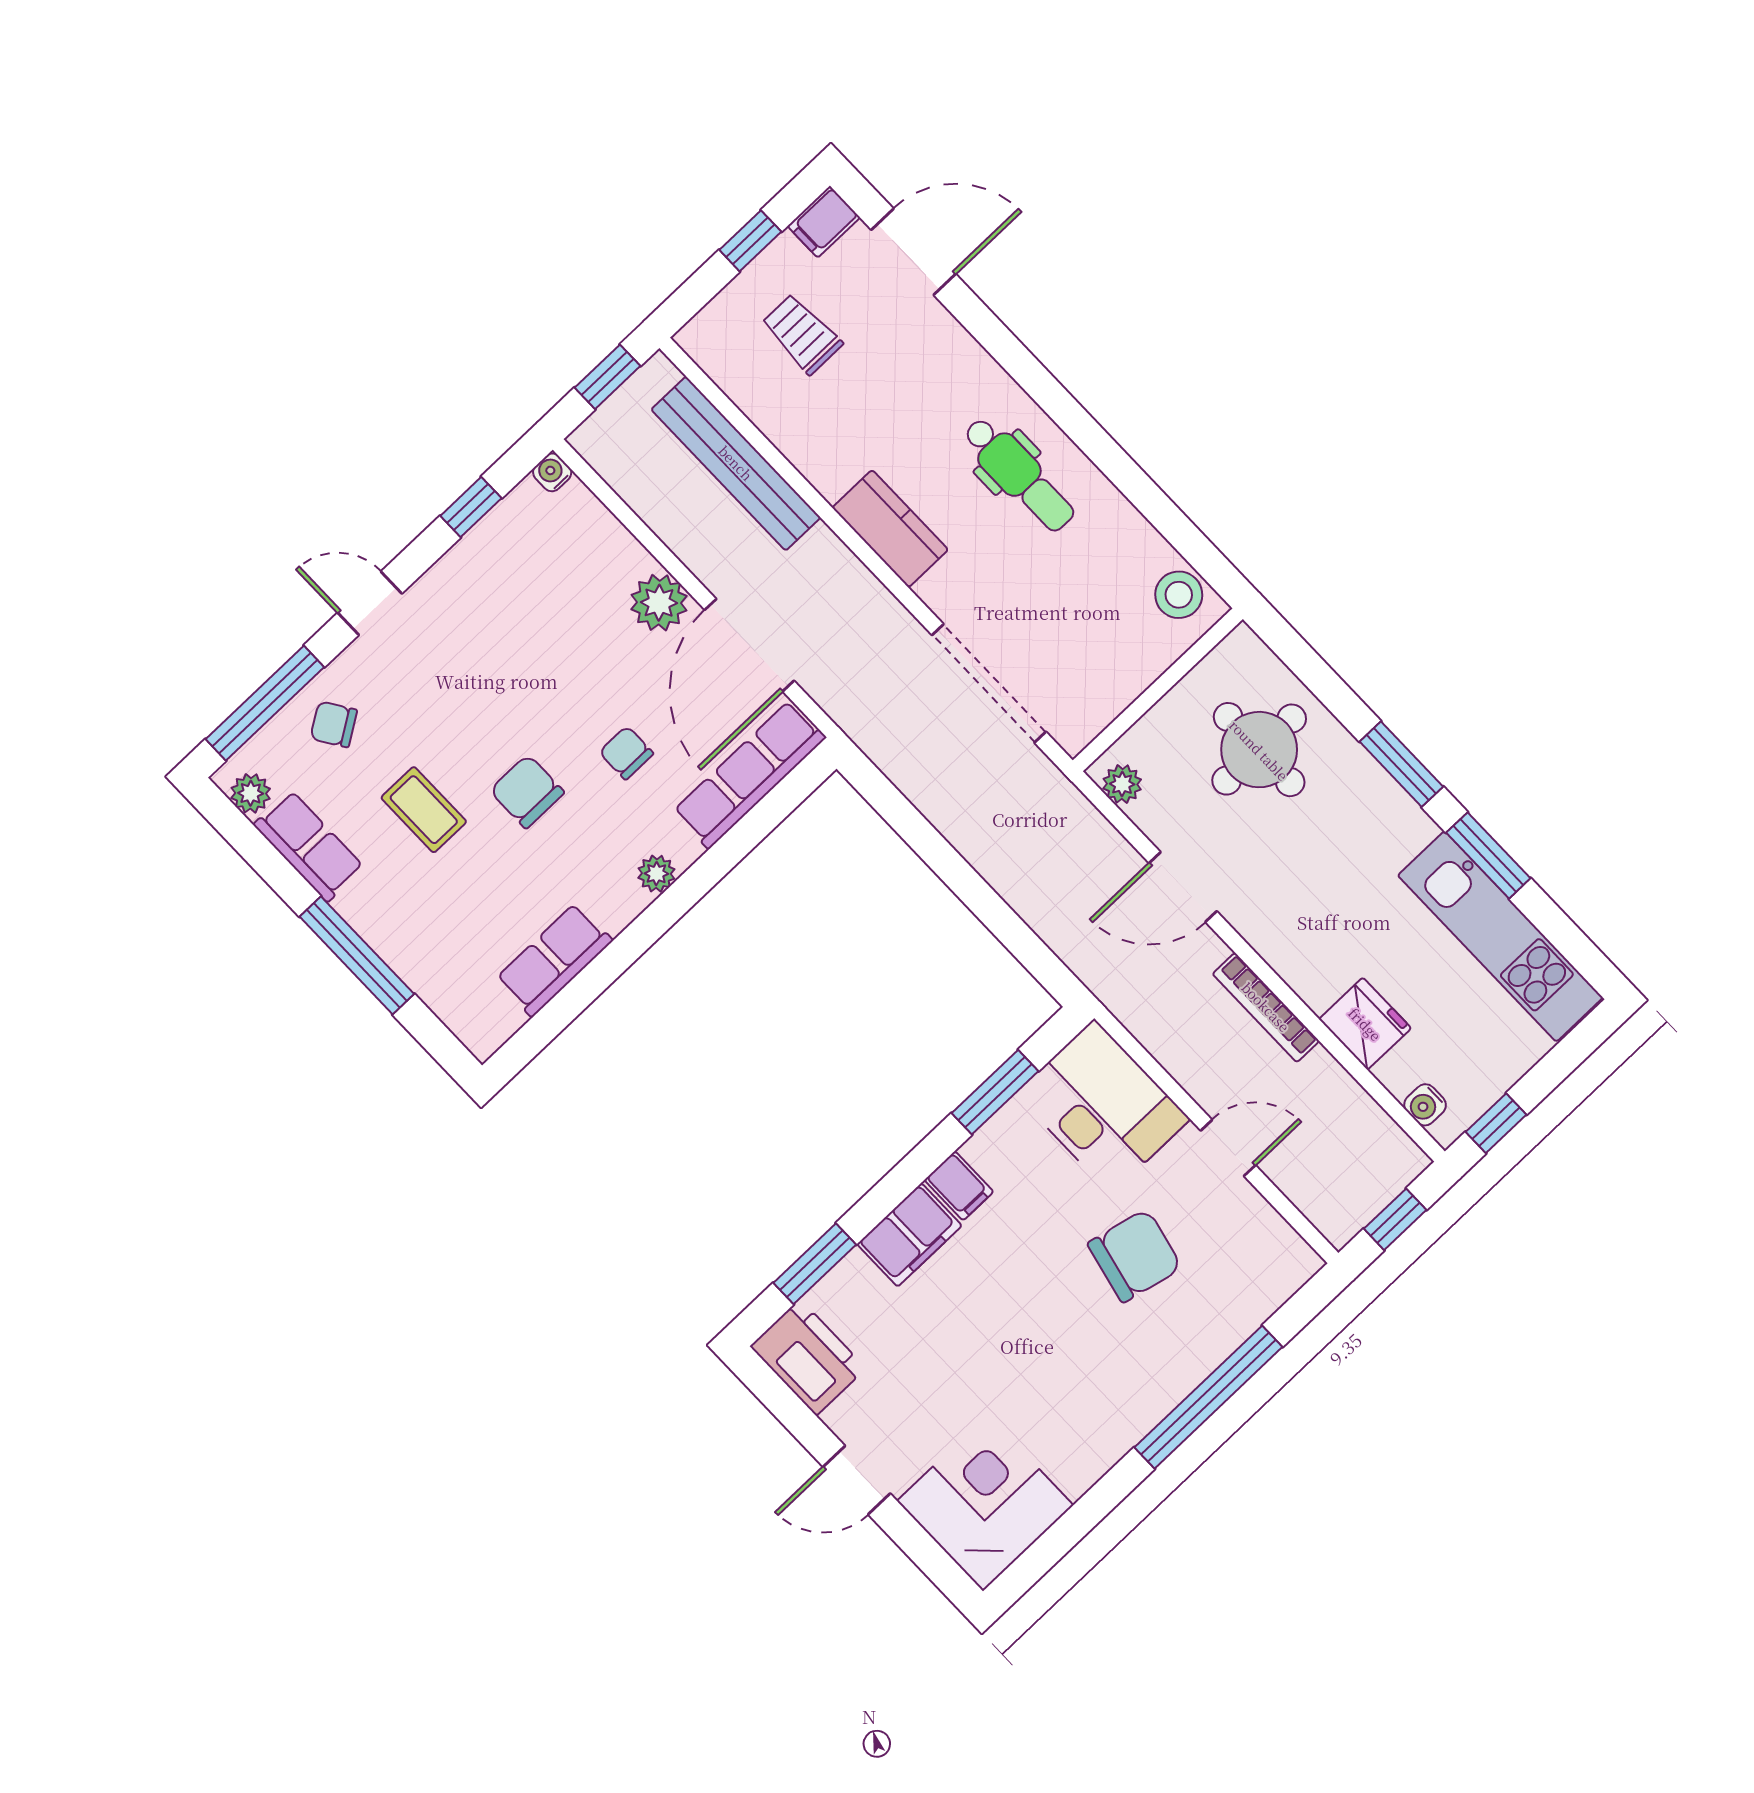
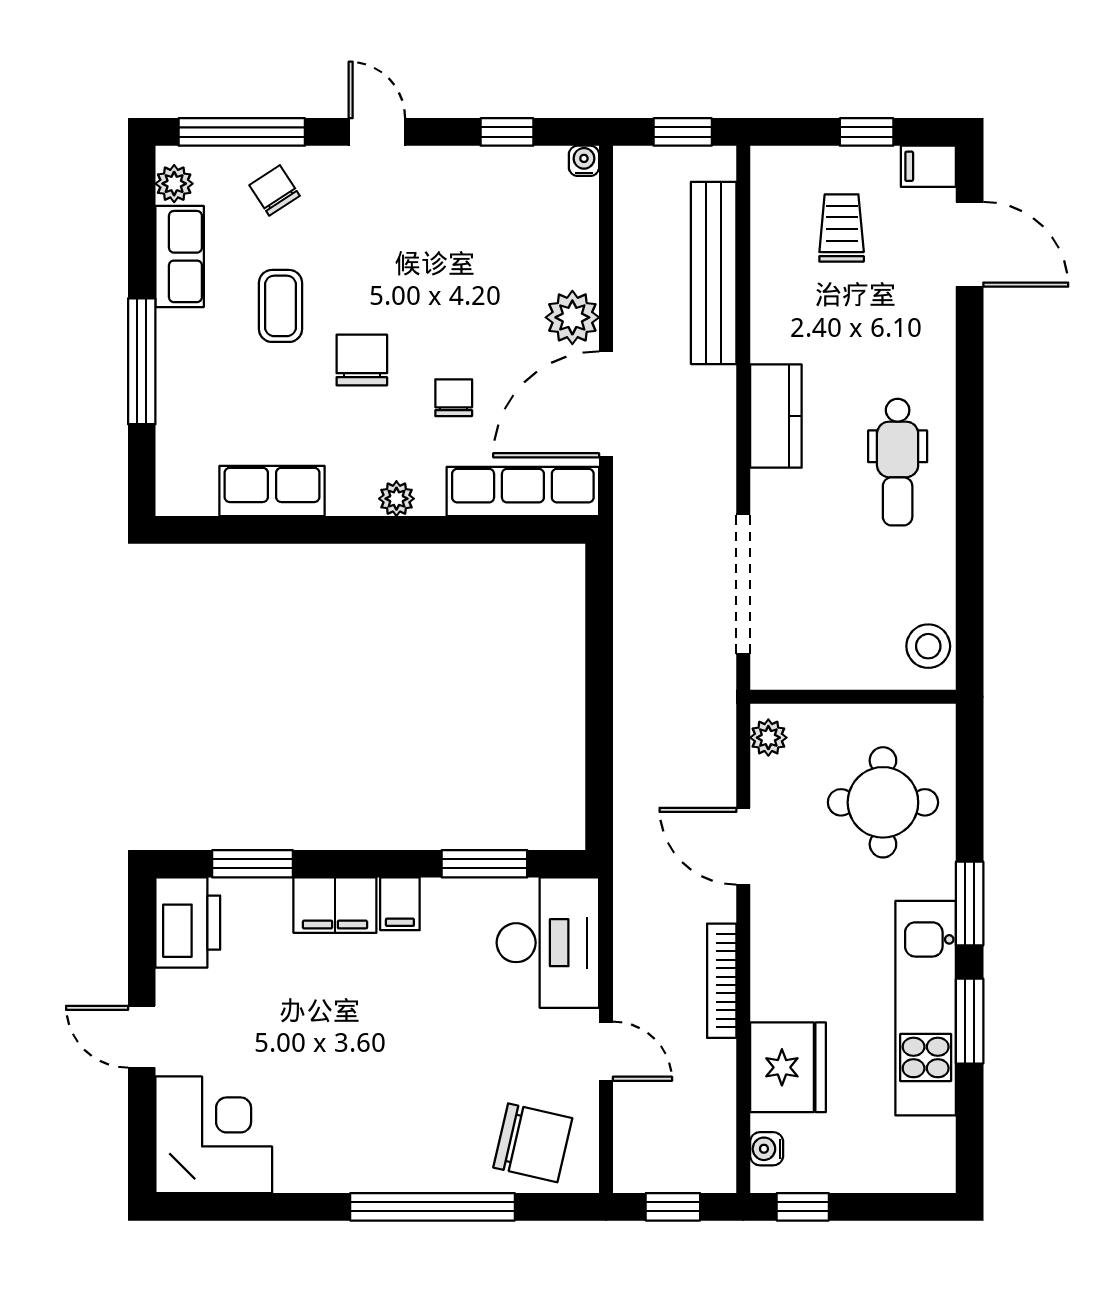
kitchen unit: (1500, 936) -> (926, 1008), moved
fridge: (1365, 1024) -> (788, 1067), width x1.36, depth x1.34
chair: (1135, 1256) -> (533, 1143), moved

